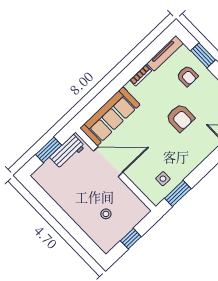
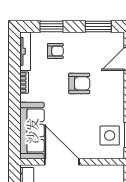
door: (108, 162) -> (62, 162), hinge flipped
side table: (163, 179) -> (110, 135), width x1.87, depth x1.87

